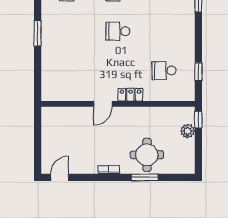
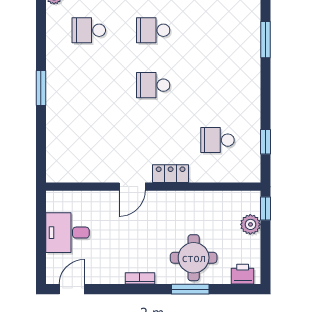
desk: (57, 137) -> (67, 233), added
printer: (182, 167) -> (243, 274), added

